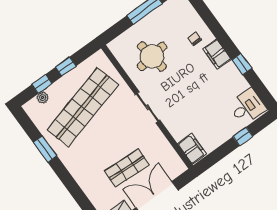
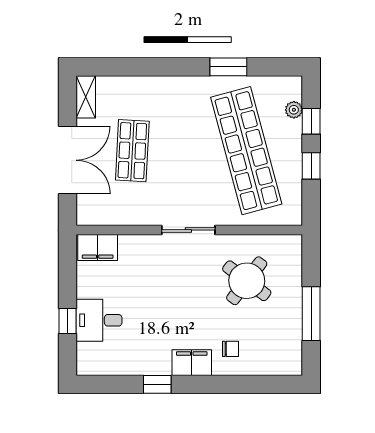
round table: (152, 56) -> (247, 281), turned 45
desk: (247, 107) -> (99, 320), moved, turned 90

